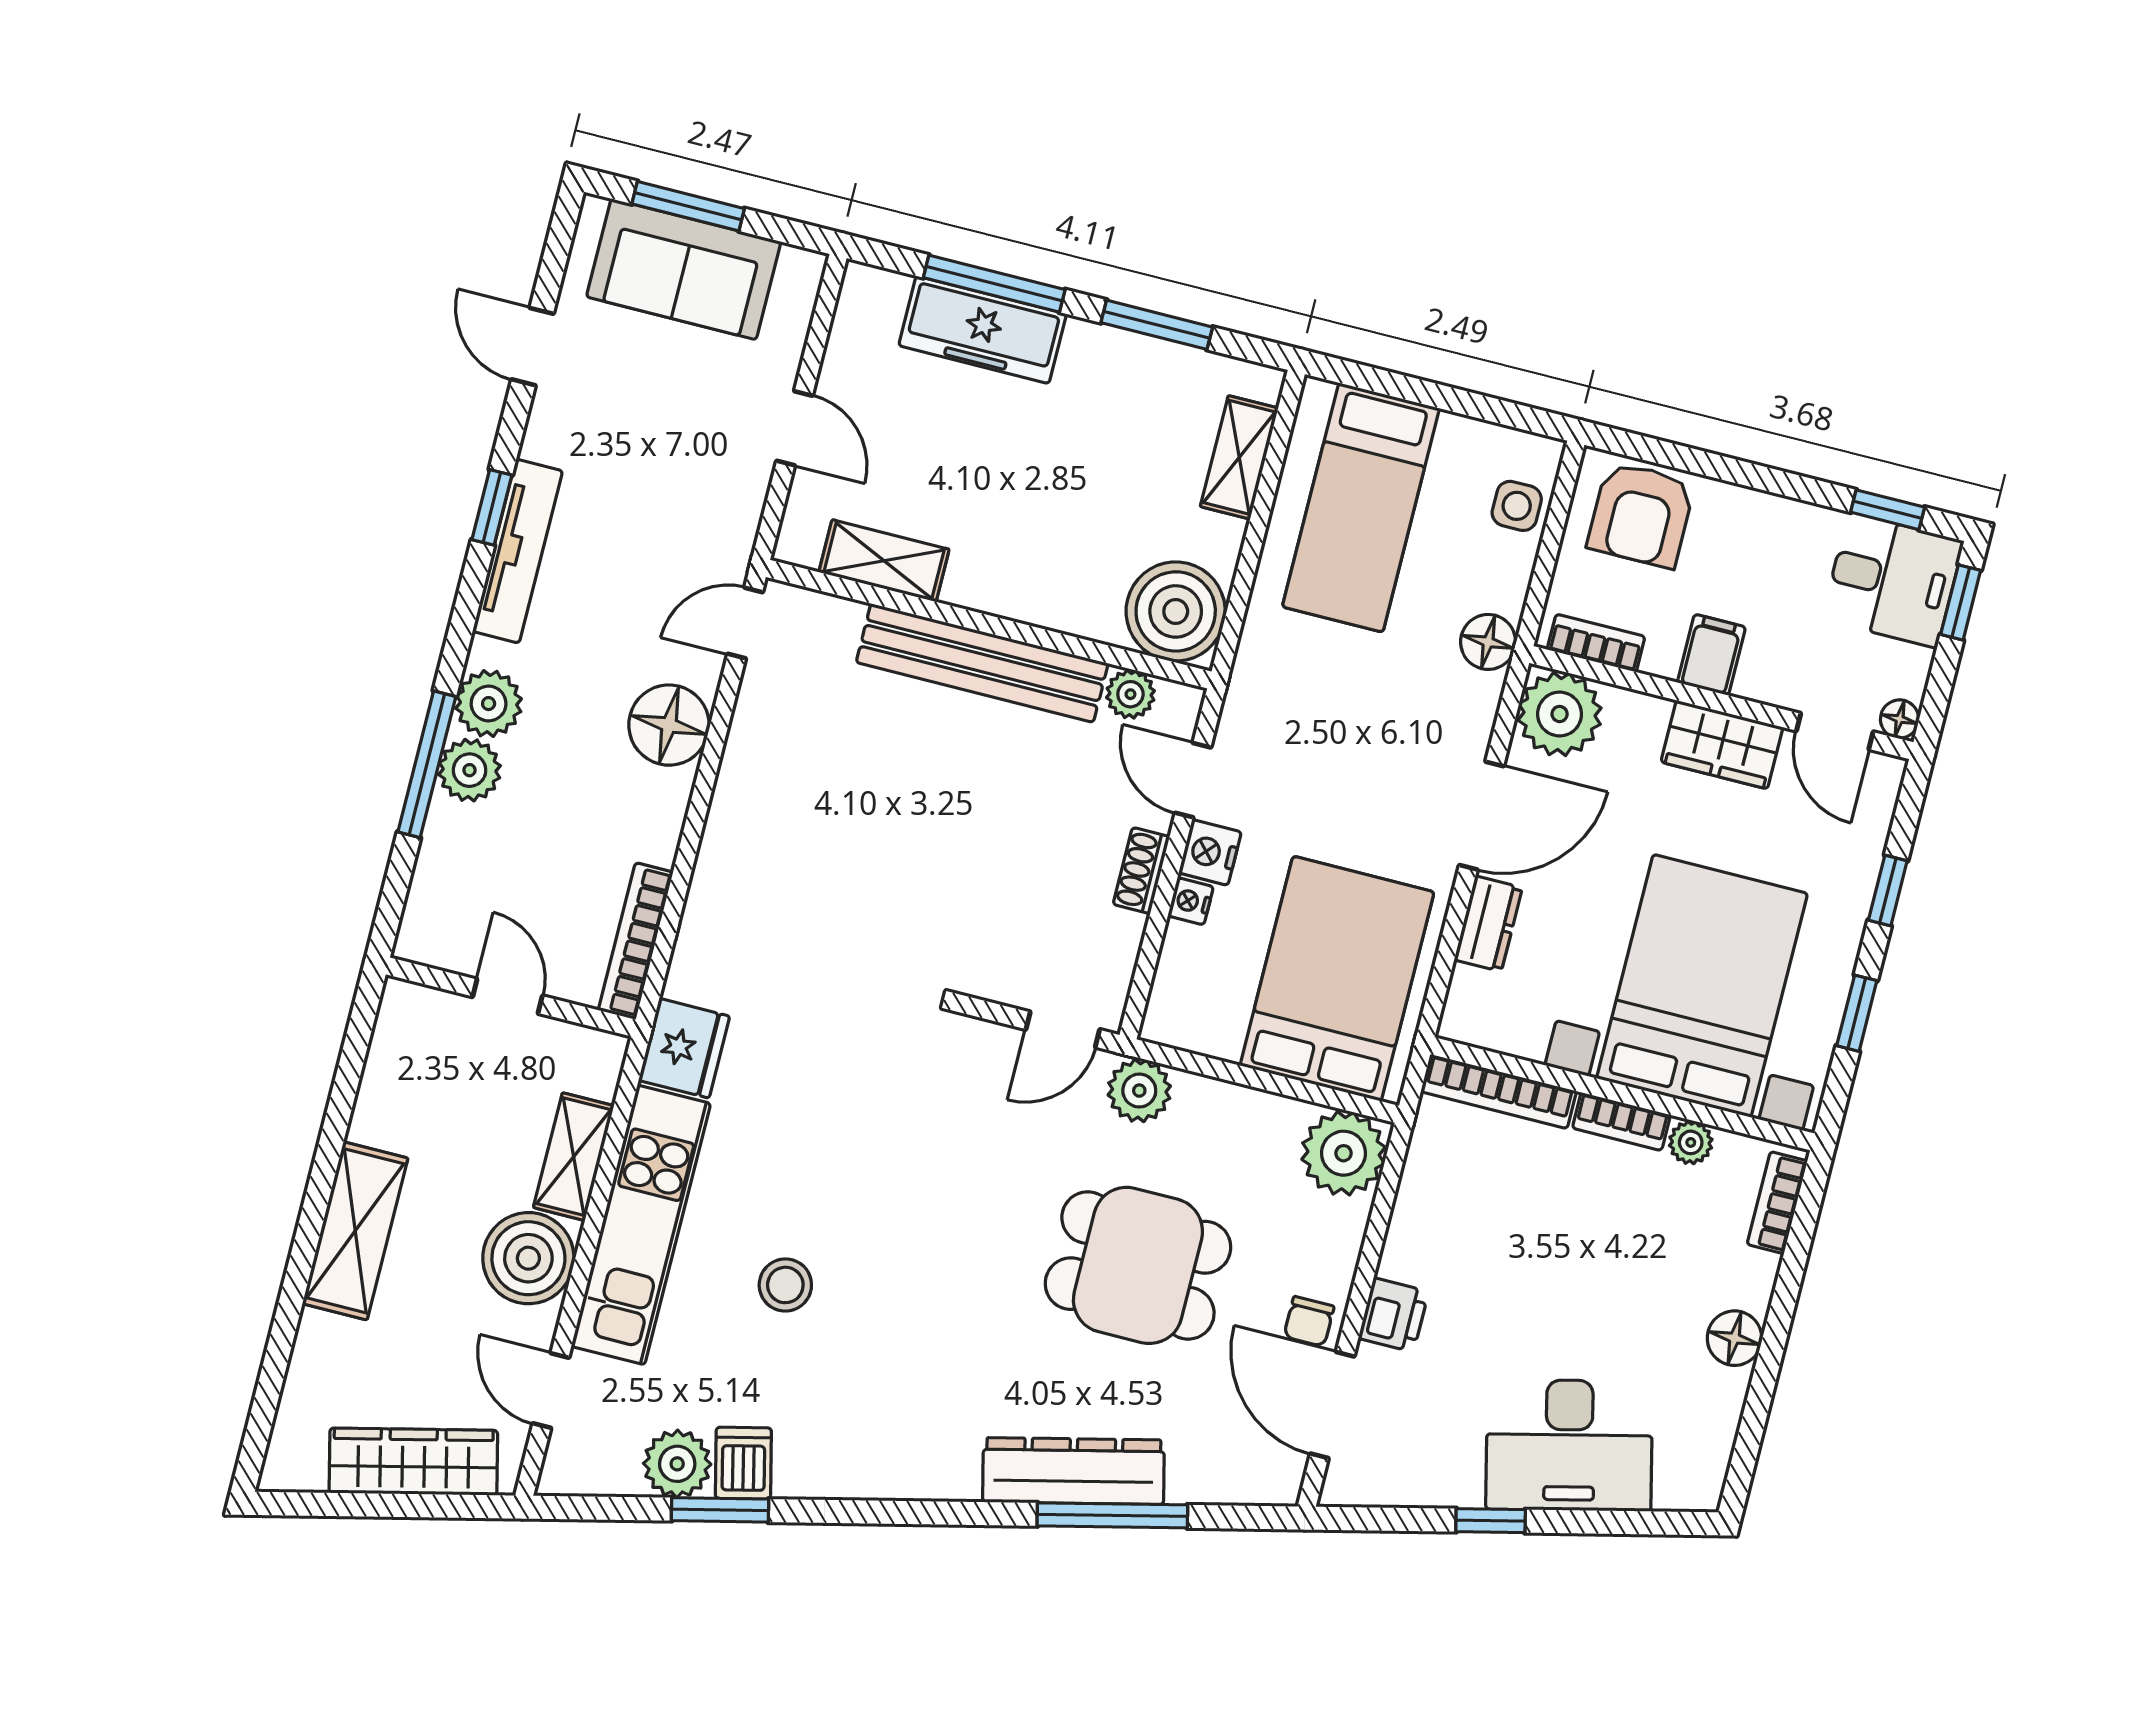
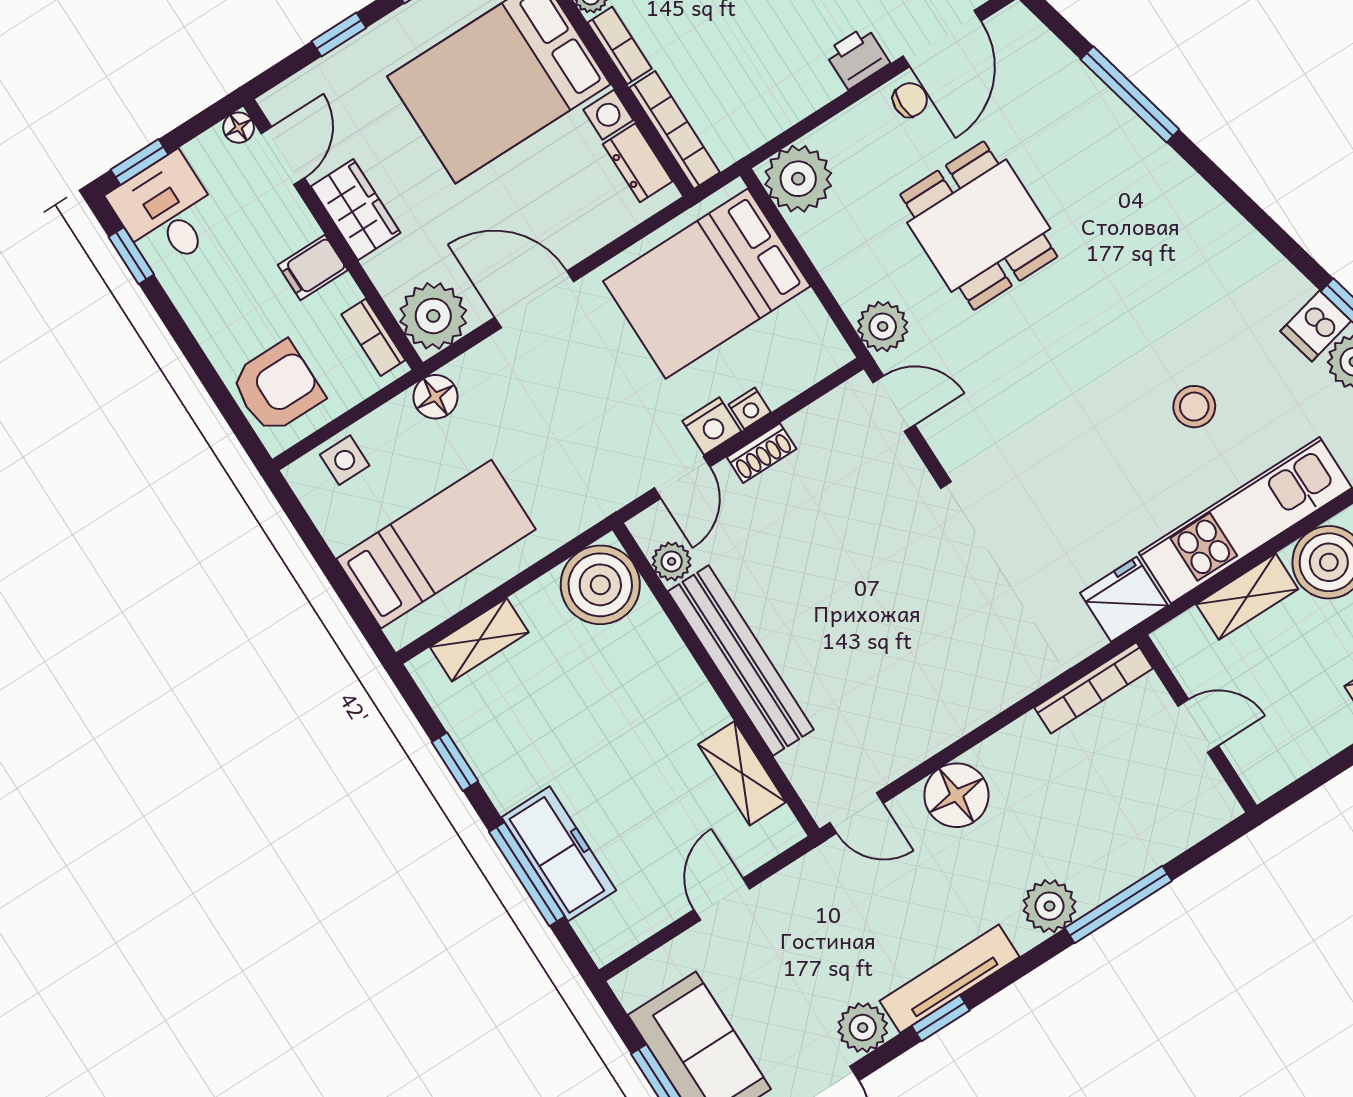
window: (1157, 325) -> (455, 762), width x0.67
plant: (470, 770) -> (863, 1028), moved
dresser: (1488, 924) -> (638, 163), moved, turned -90
door: (507, 996) -> (1198, 726), swing flipped
dresser: (1073, 1471) -> (1128, 141), removed

